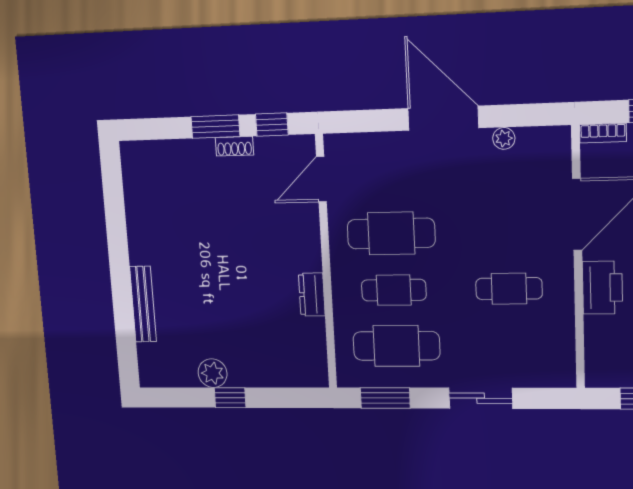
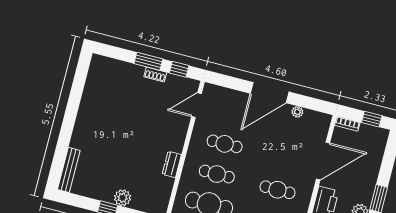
door: (443, 118) -> (270, 93), swing flipped
cafe table: (391, 233) -> (225, 144), width x0.73, depth x0.74
bench: (143, 304) -> (69, 170), moved
plant: (213, 373) -> (122, 198), moved

